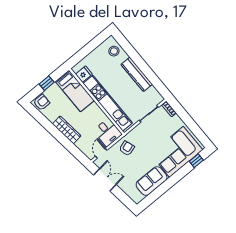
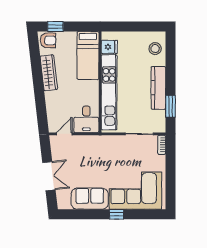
window: (154, 80) -> (170, 106), added
window: (47, 83) -> (55, 26), moved
wardrobe: (67, 130) -> (49, 73), moved
armchair: (127, 148) -> (92, 149), removed
window: (196, 161) -> (117, 214), moved
double door: (105, 180) -> (49, 176), moved

